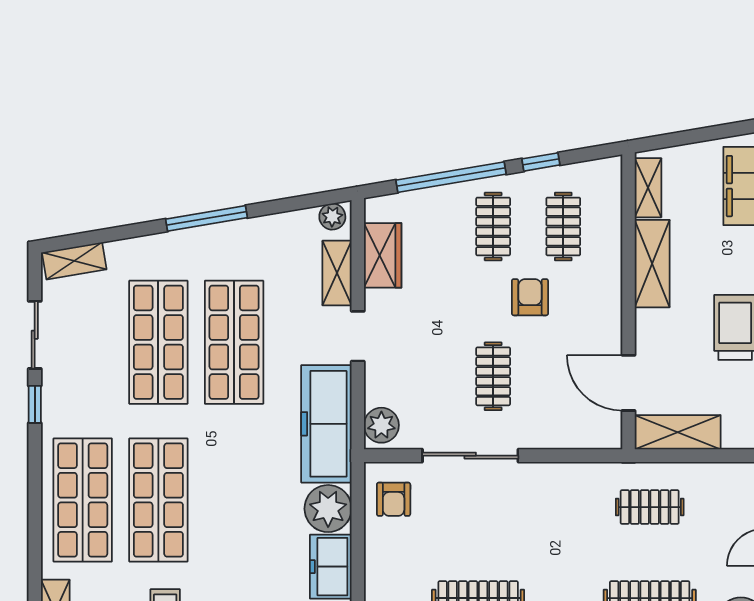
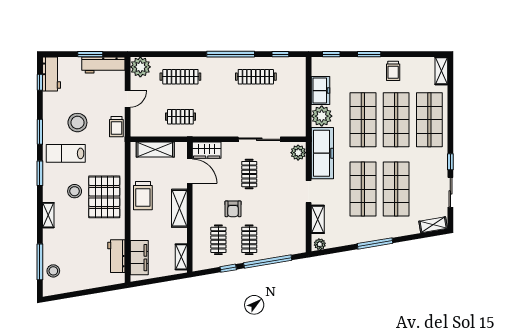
wardrobe: (383, 255) -> (207, 150), moved, turned -90
shelving: (652, 264) -> (179, 208), moved
shelving: (678, 432) -> (155, 150), moved
armchair: (394, 499) -> (293, 120), removed
shop shelf: (234, 500) -> (363, 120), added

